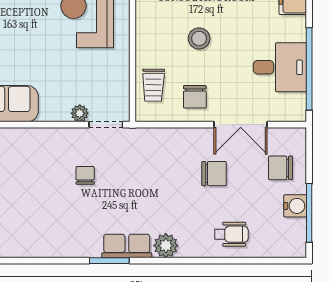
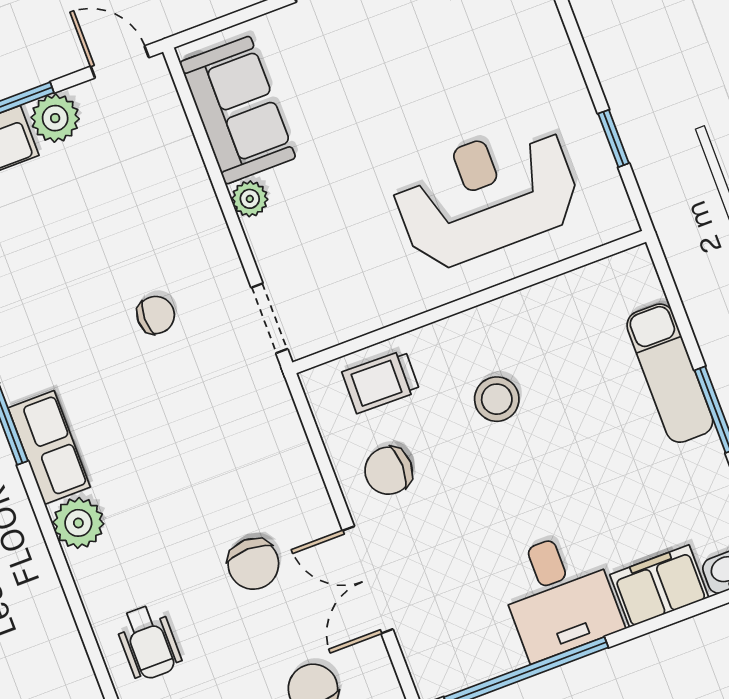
stool: (199, 38) -> (497, 399), moved
desk: (280, 67) -> (559, 595), moved
plant: (80, 113) -> (250, 199), moved

